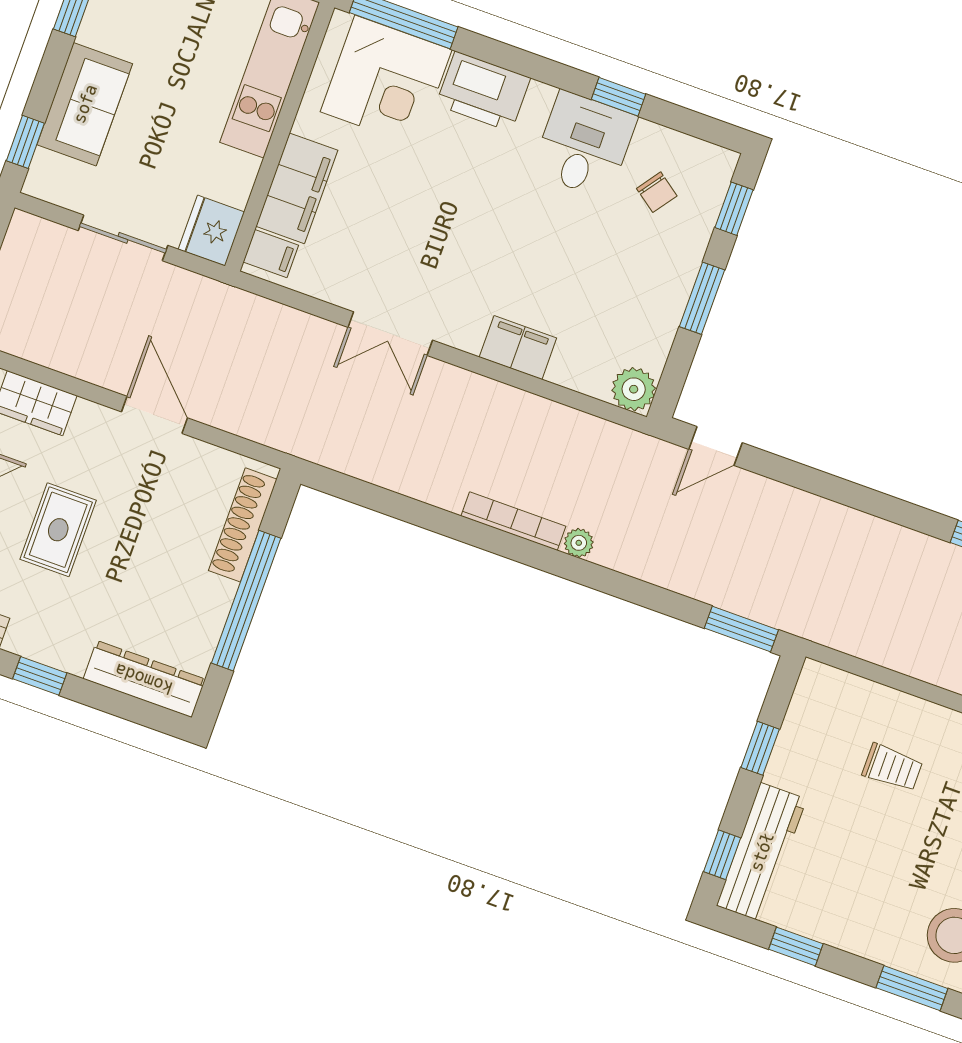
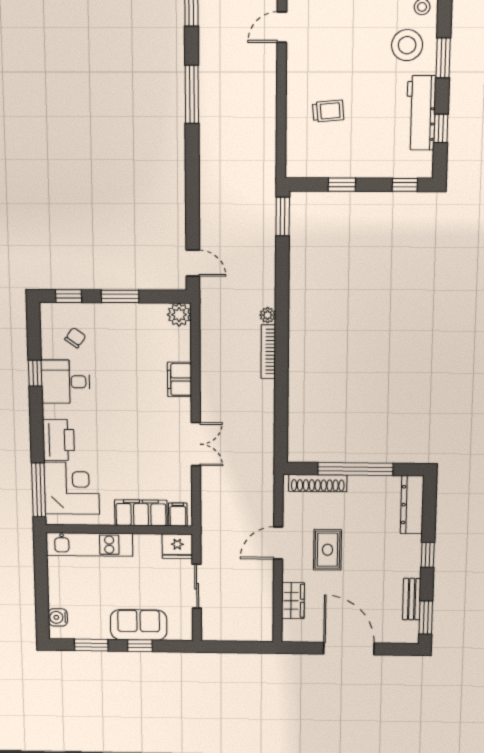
window: (25, 142) -> (140, 646), moved
rug: (58, 530) -> (327, 550), moved, turned 90
trolley: (892, 768) -> (328, 111), turned 85
workbench: (762, 852) -> (421, 113), moved, turned -90

